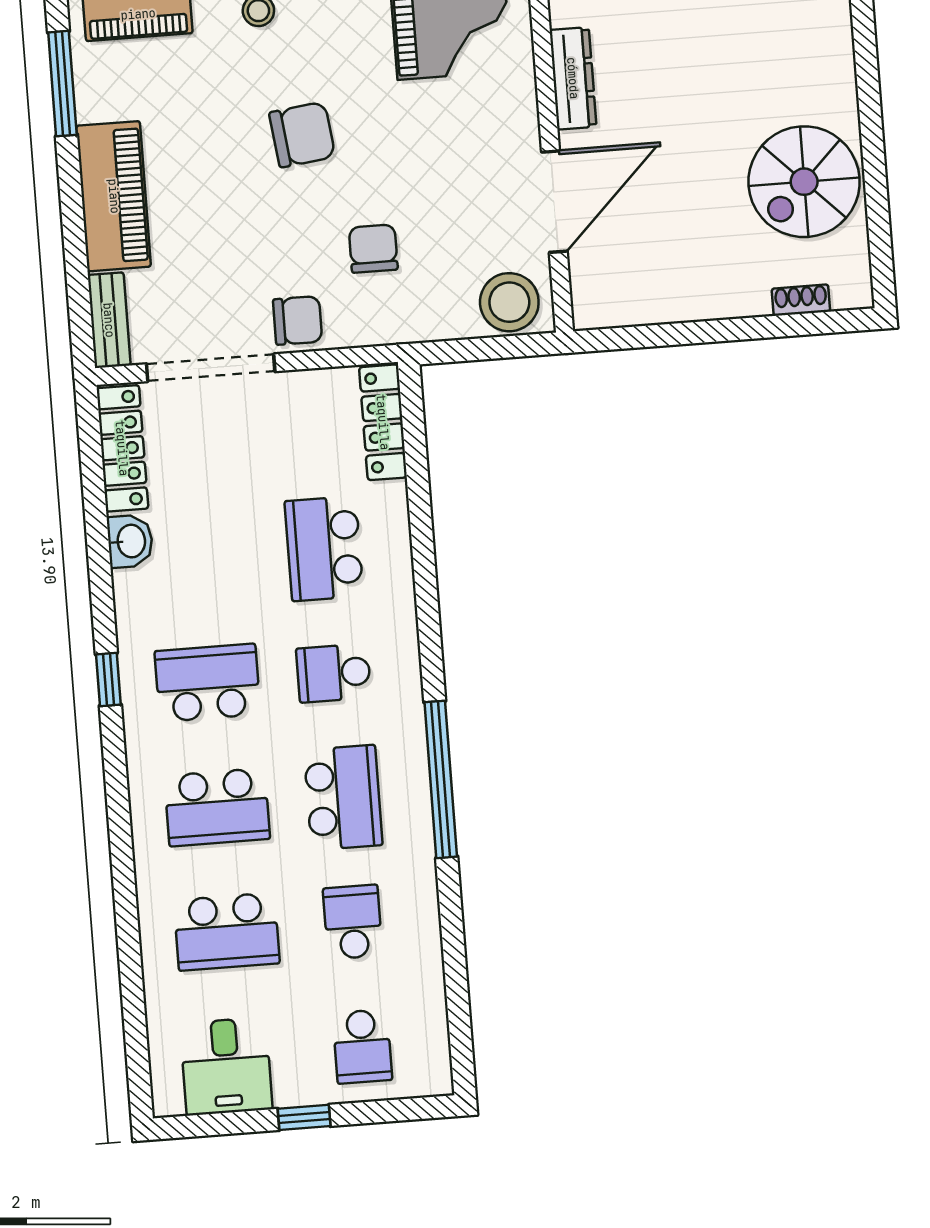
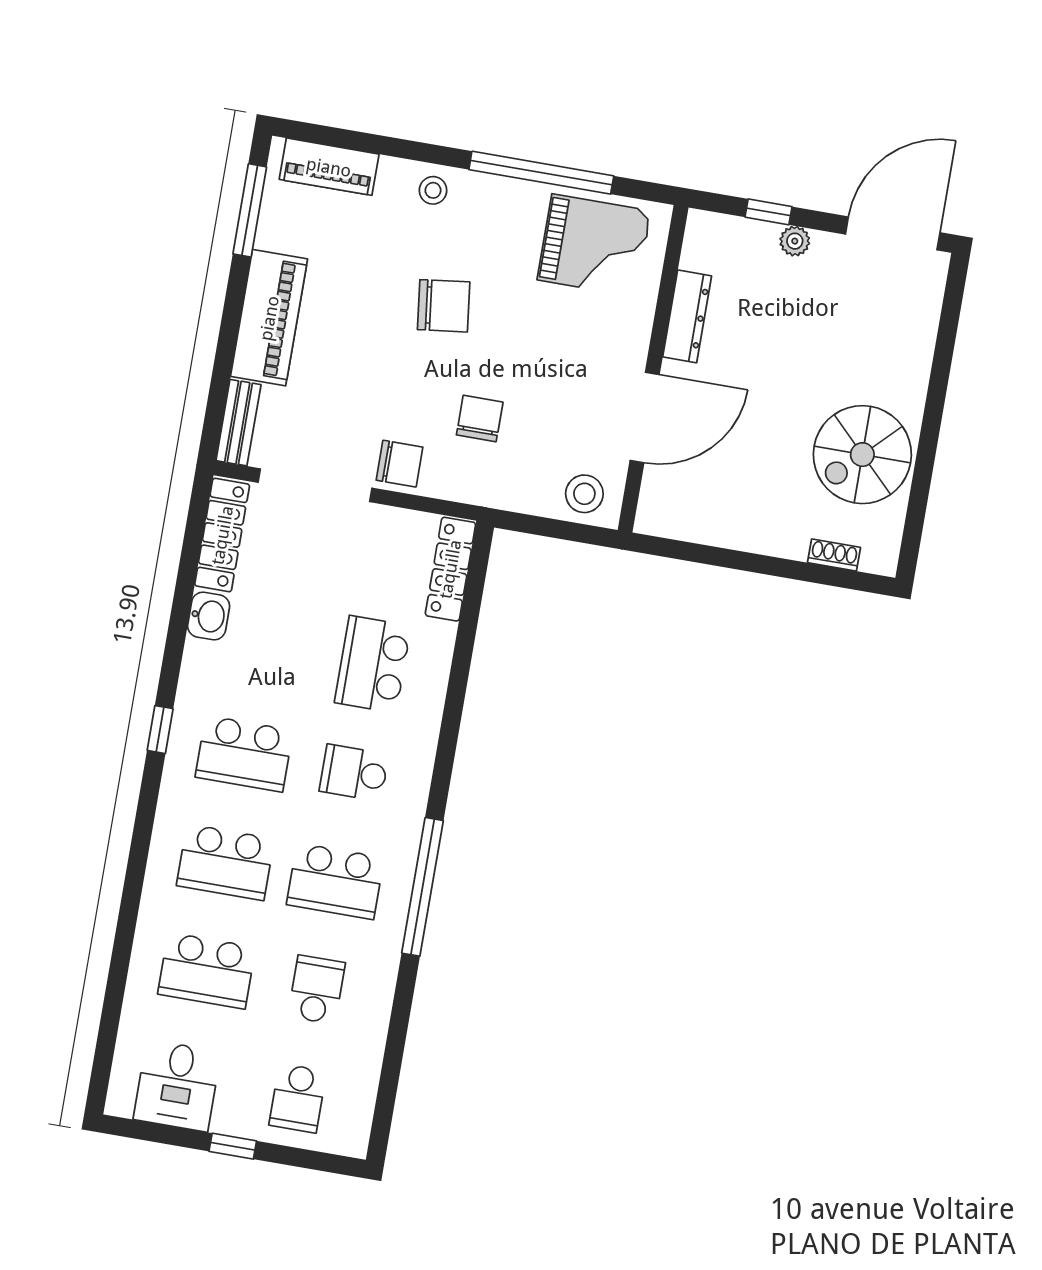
stool: (509, 302) -> (584, 494), width x0.73, depth x0.73
school desk: (208, 683) -> (244, 754), turned 180
school desk: (343, 798) -> (335, 881), turned 90

